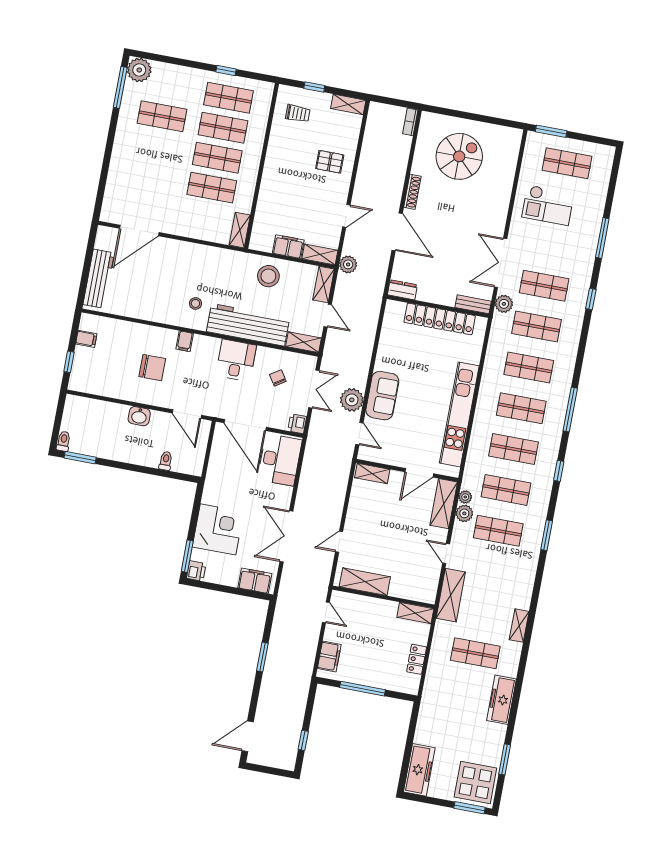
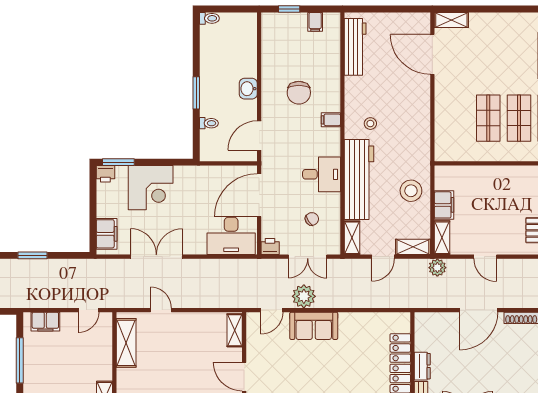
shelving: (240, 230) -> (451, 20), moved
workbench: (99, 279) -> (355, 47), moved, turned -90
dresser: (402, 290) -> (422, 366), moved
window: (80, 458) -> (196, 93), moved

